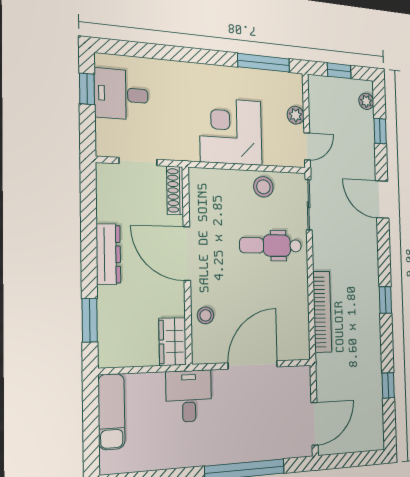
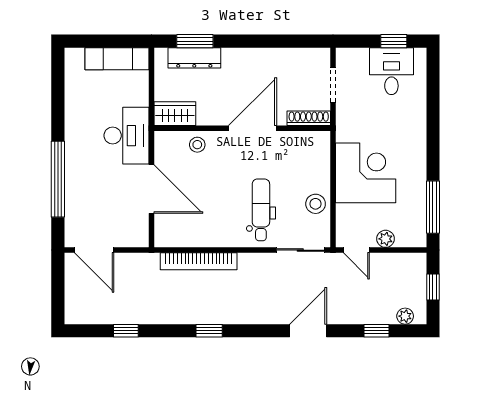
dresser: (108, 254) -> (194, 58), moved
desk: (189, 396) -> (127, 136), width x1.37

